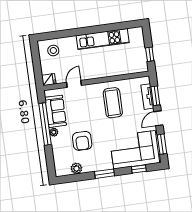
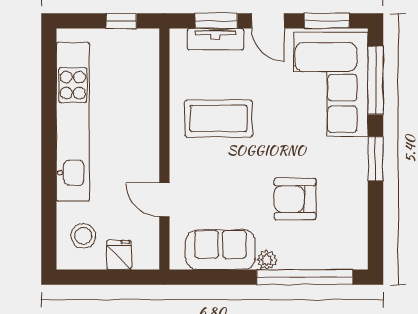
kitchen unit: (103, 39) -> (73, 122), width x1.36
fridge: (49, 80) -> (119, 255), moved
window: (45, 124) -> (305, 277), moved
armchair: (82, 141) -> (295, 199), turned 180
plant: (76, 168) -> (355, 220), removed
window: (139, 169) -> (376, 80), width x2.17

